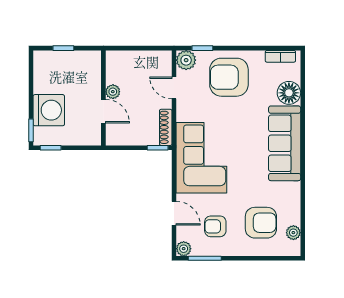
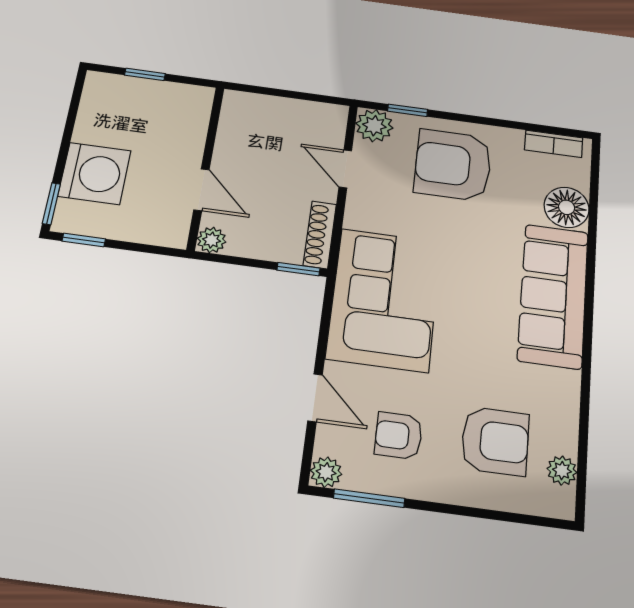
plant: (113, 92) -> (212, 240), moved

